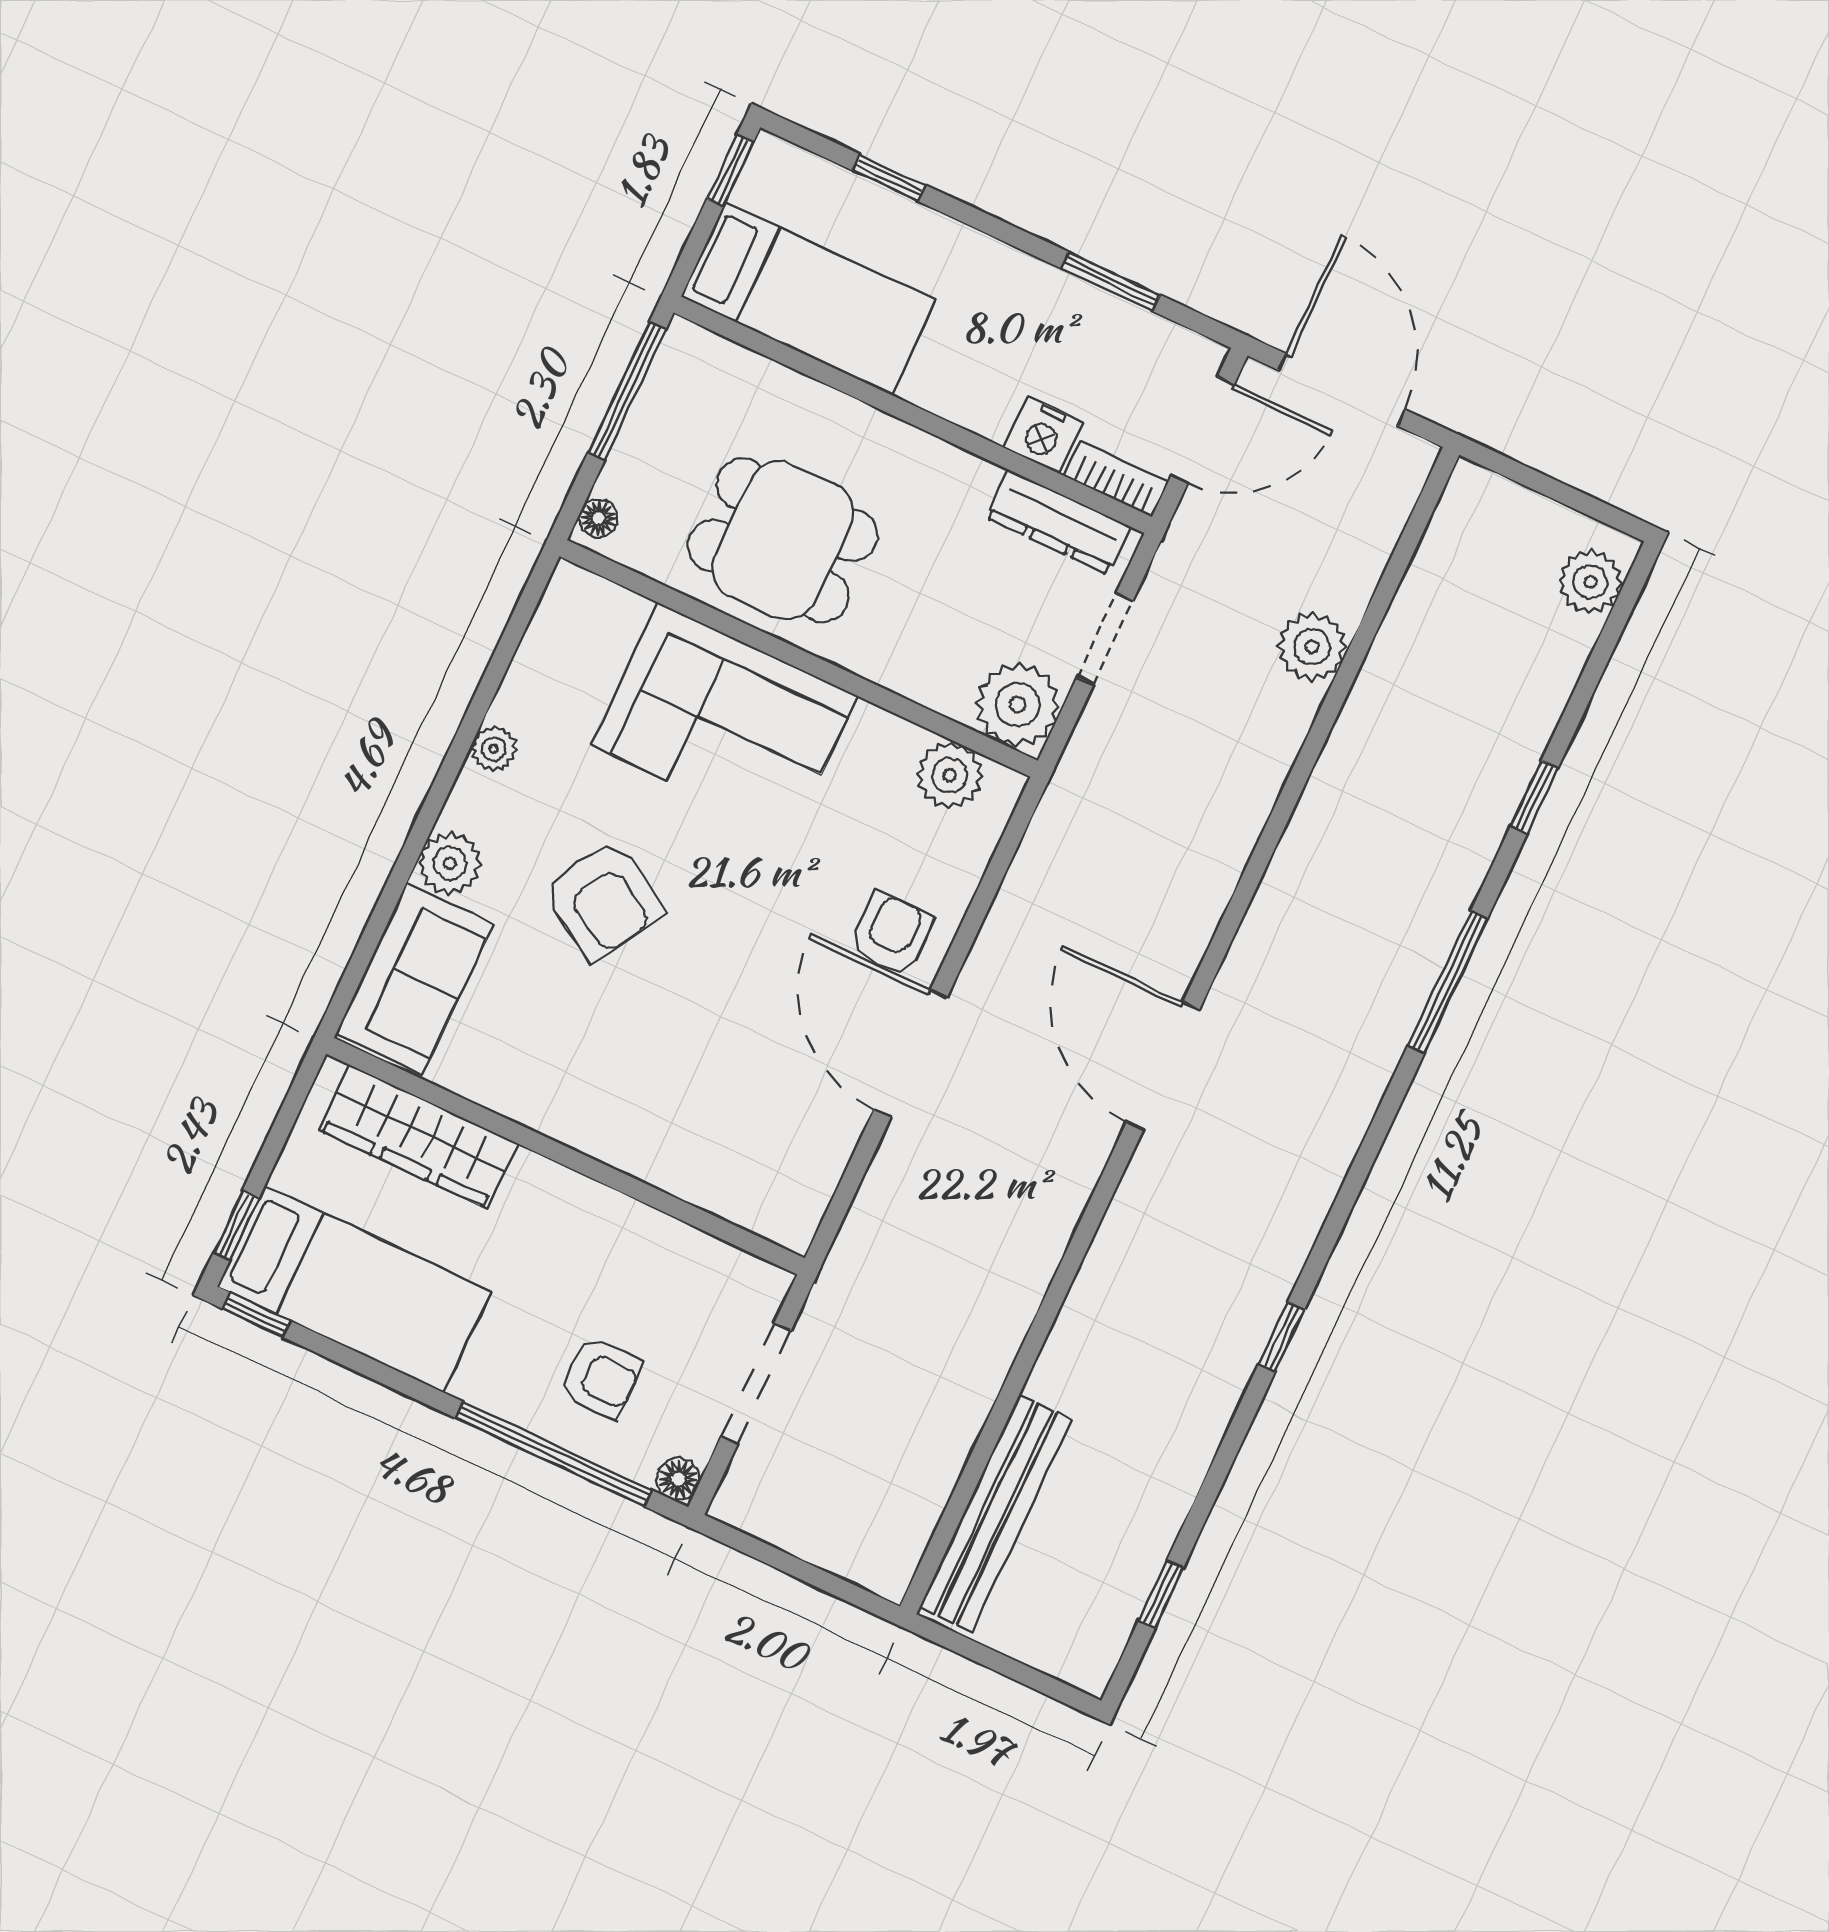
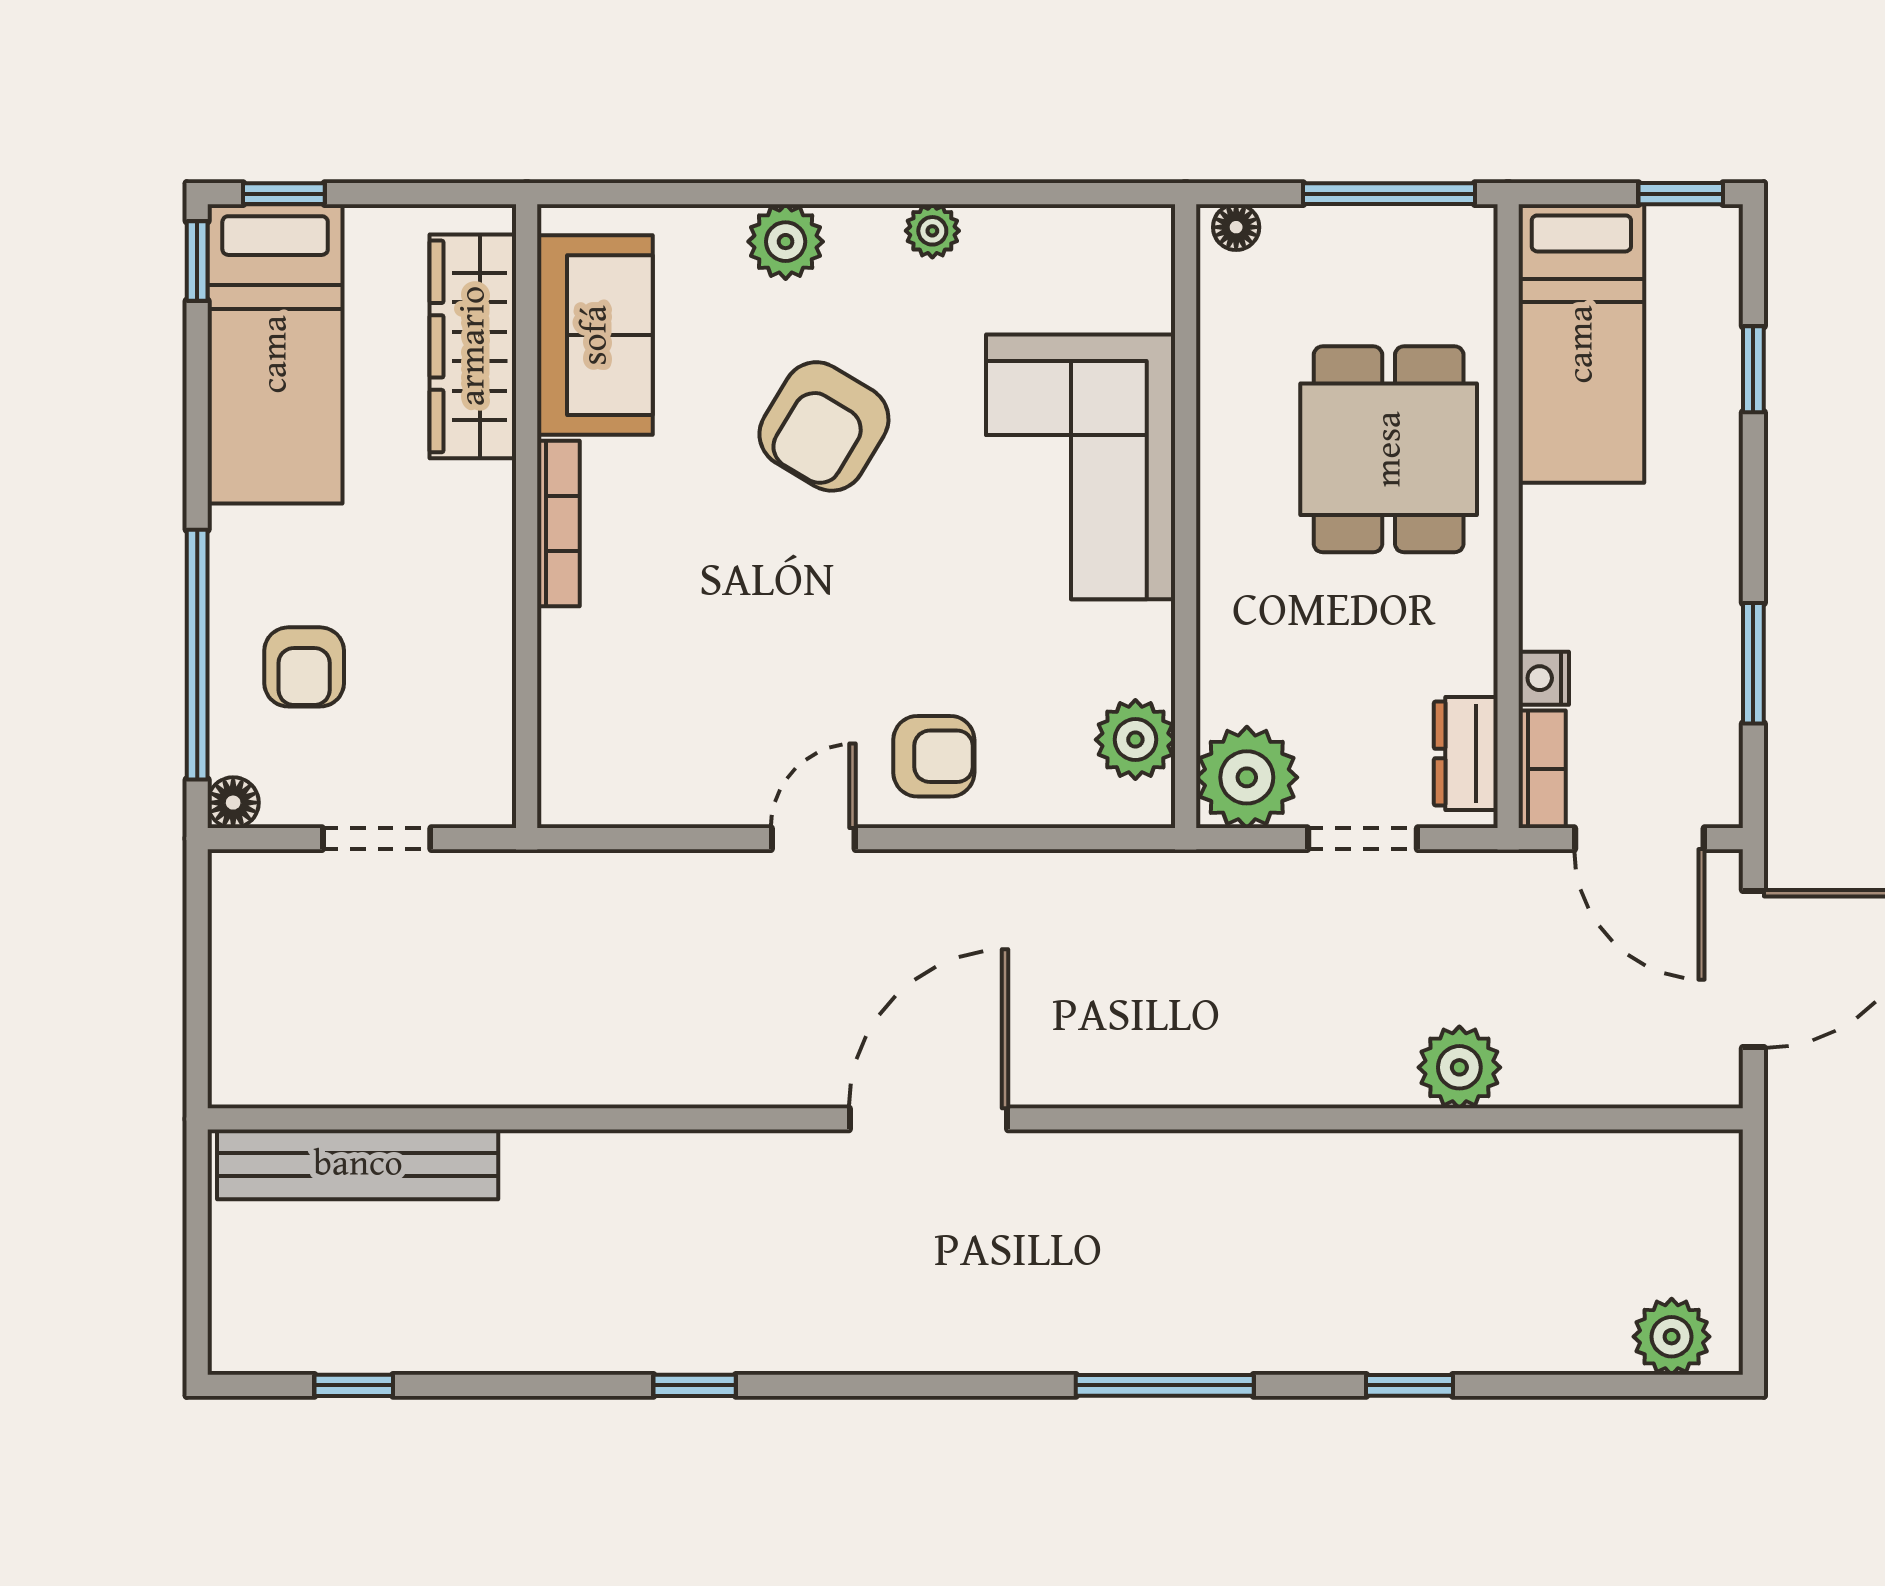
nightstand: (1043, 435) -> (1544, 678), width x0.72, depth x0.74
dresser: (1058, 522) -> (1466, 754), width x0.70
dining table: (783, 540) -> (1389, 449), moved
sofa: (415, 979) -> (595, 335), moved, turned -90
door: (910, 1054) -> (813, 839), width x0.53
bookcase: (582, 1135) -> (558, 523), added
doorway: (756, 1384) -> (377, 839), width x0.73

